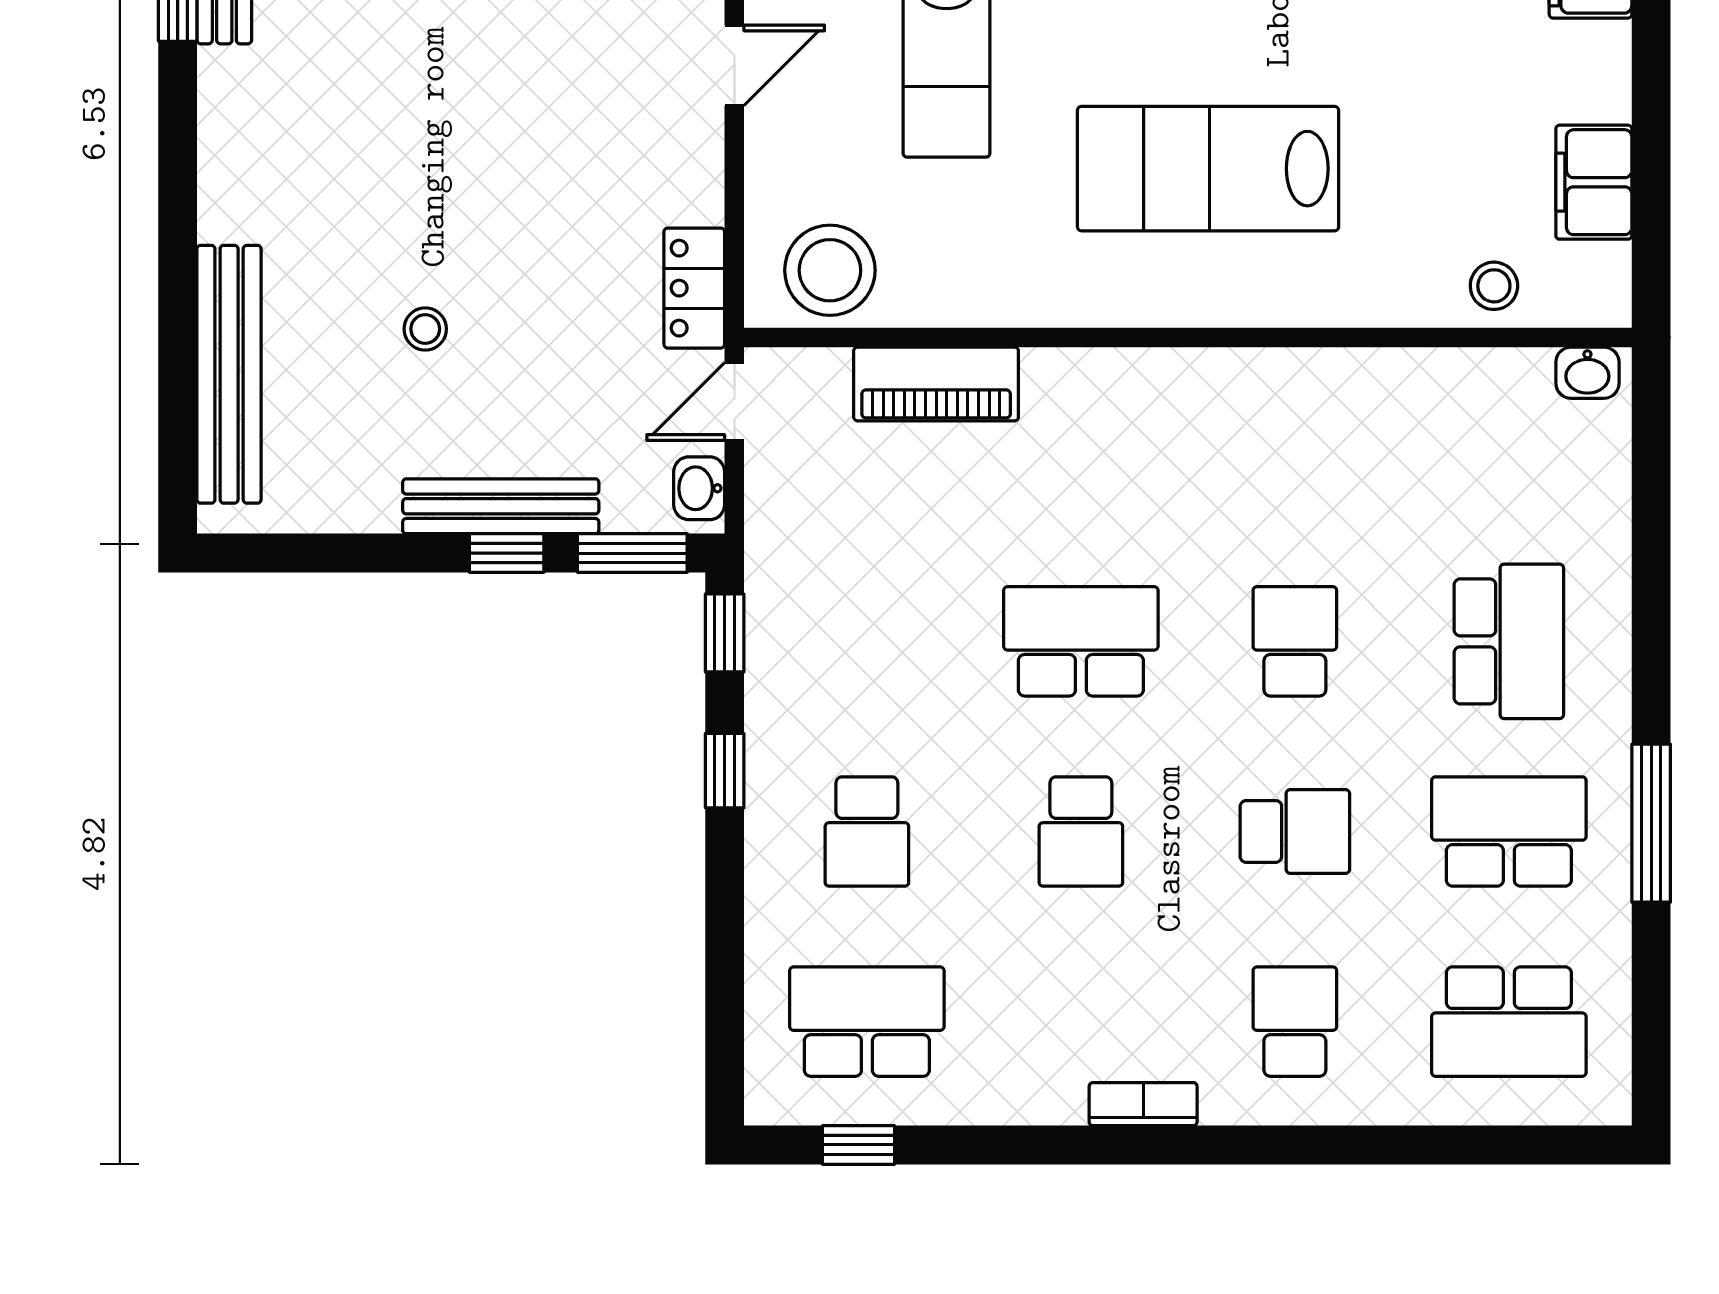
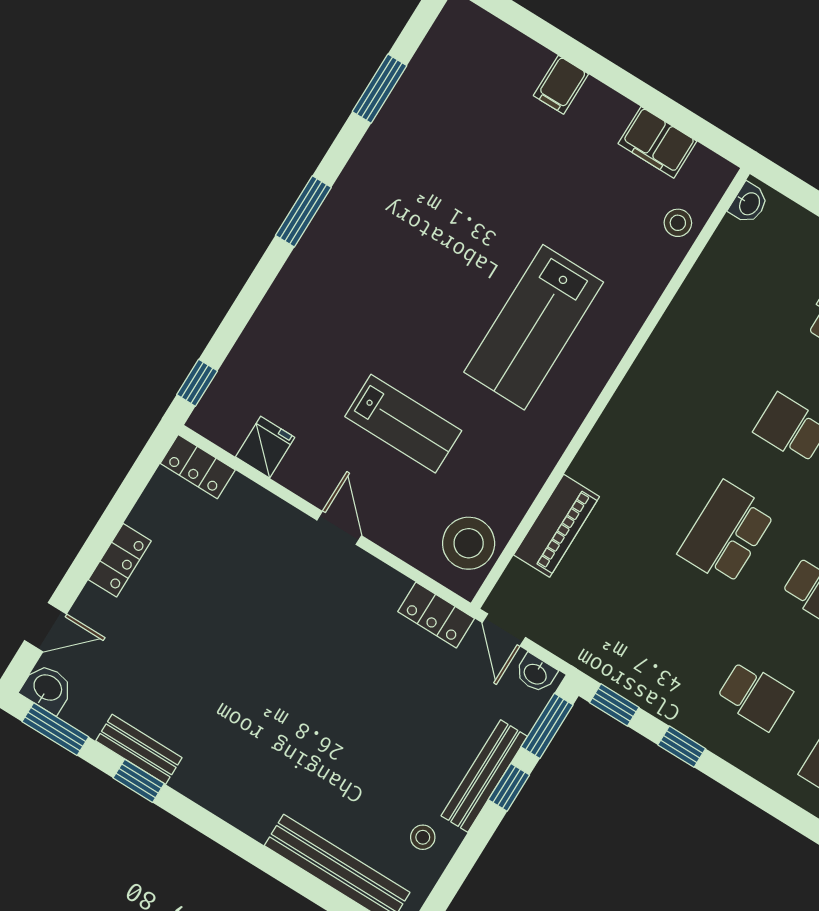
stool: (425, 329) -> (423, 837), moved

